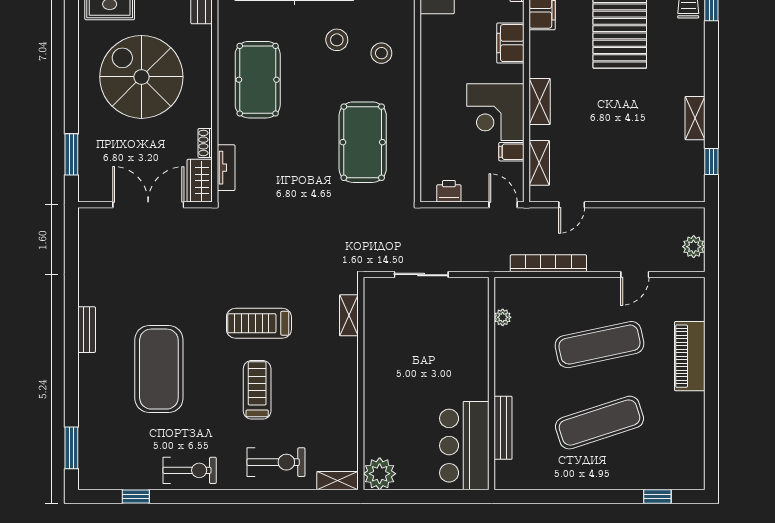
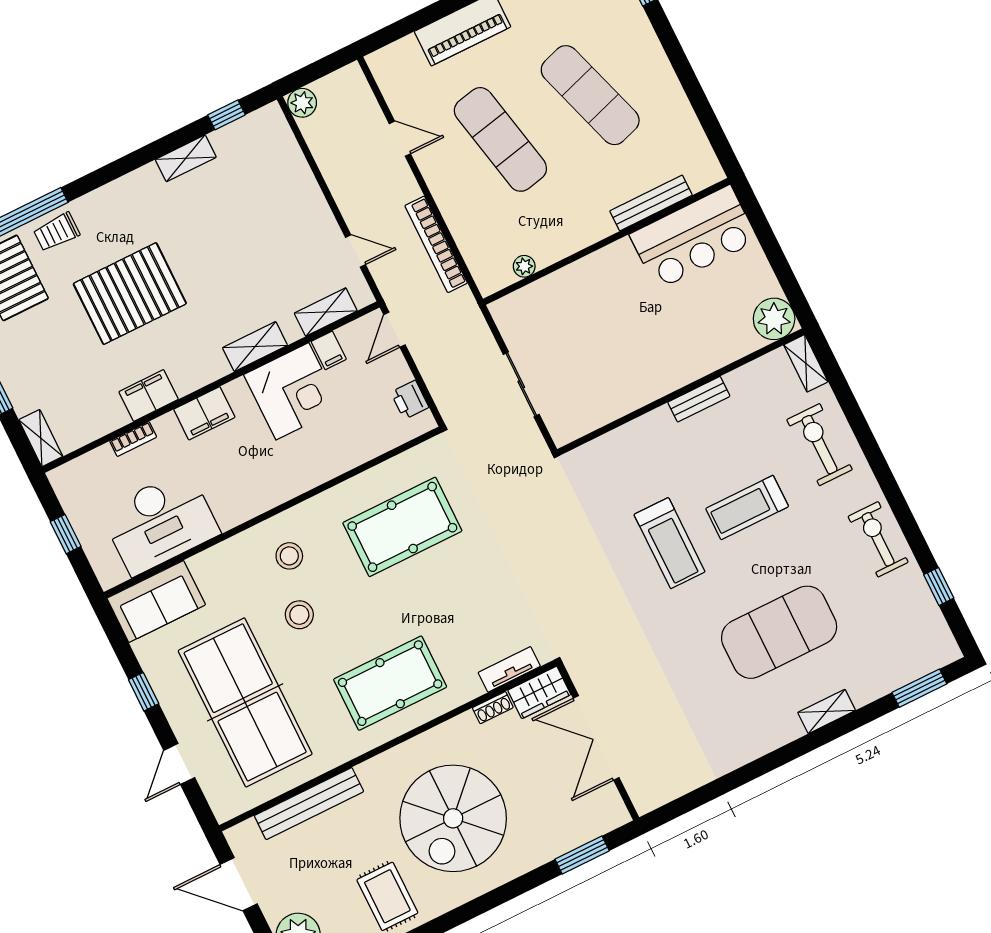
plant: (694, 247) -> (302, 103), moved
shelving: (349, 315) -> (827, 711), moved
bench: (87, 330) -> (699, 399), moved

